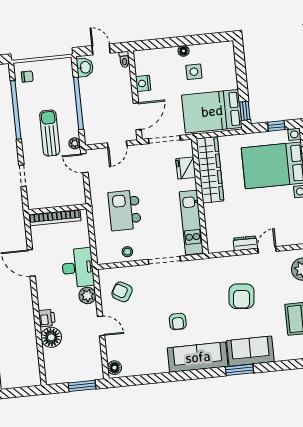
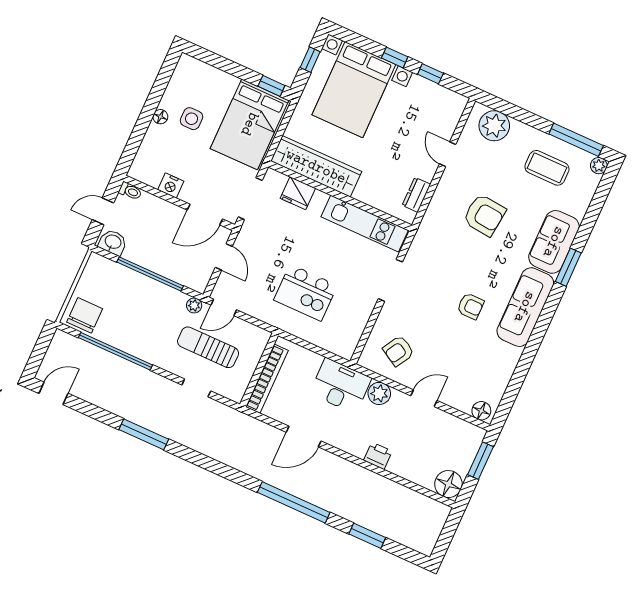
chair: (27, 77) -> (85, 315), width x1.87, depth x1.87
door: (137, 116) -> (205, 215), swing flipped
sun lounger: (50, 133) -> (208, 347), moved
dresser: (245, 243) -> (416, 195), moved
stool: (127, 252) -> (355, 318), removed
floor lamp: (51, 337) -> (448, 484), moved

